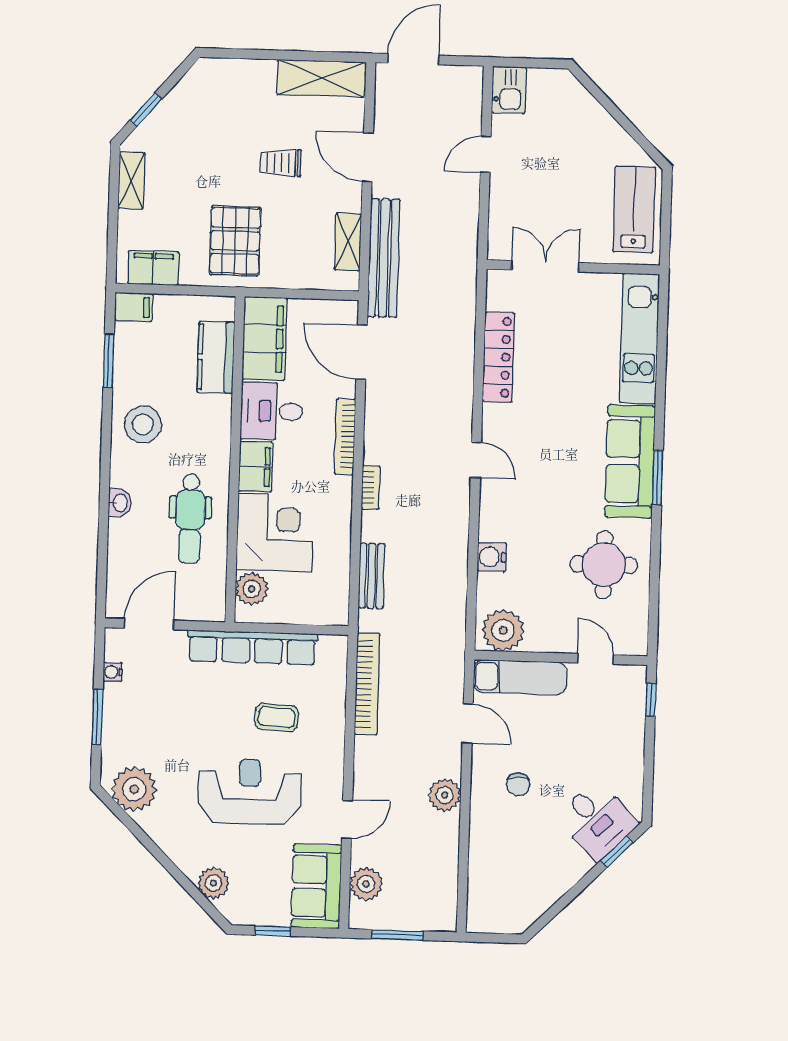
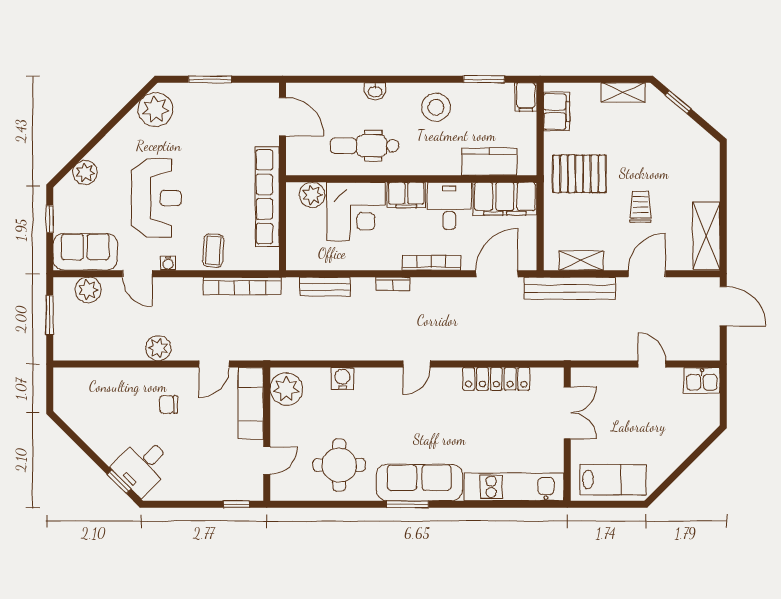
water cooler: (113, 672) -> (168, 263), moved, turned 180
coffee table: (277, 717) -> (213, 250), moved

